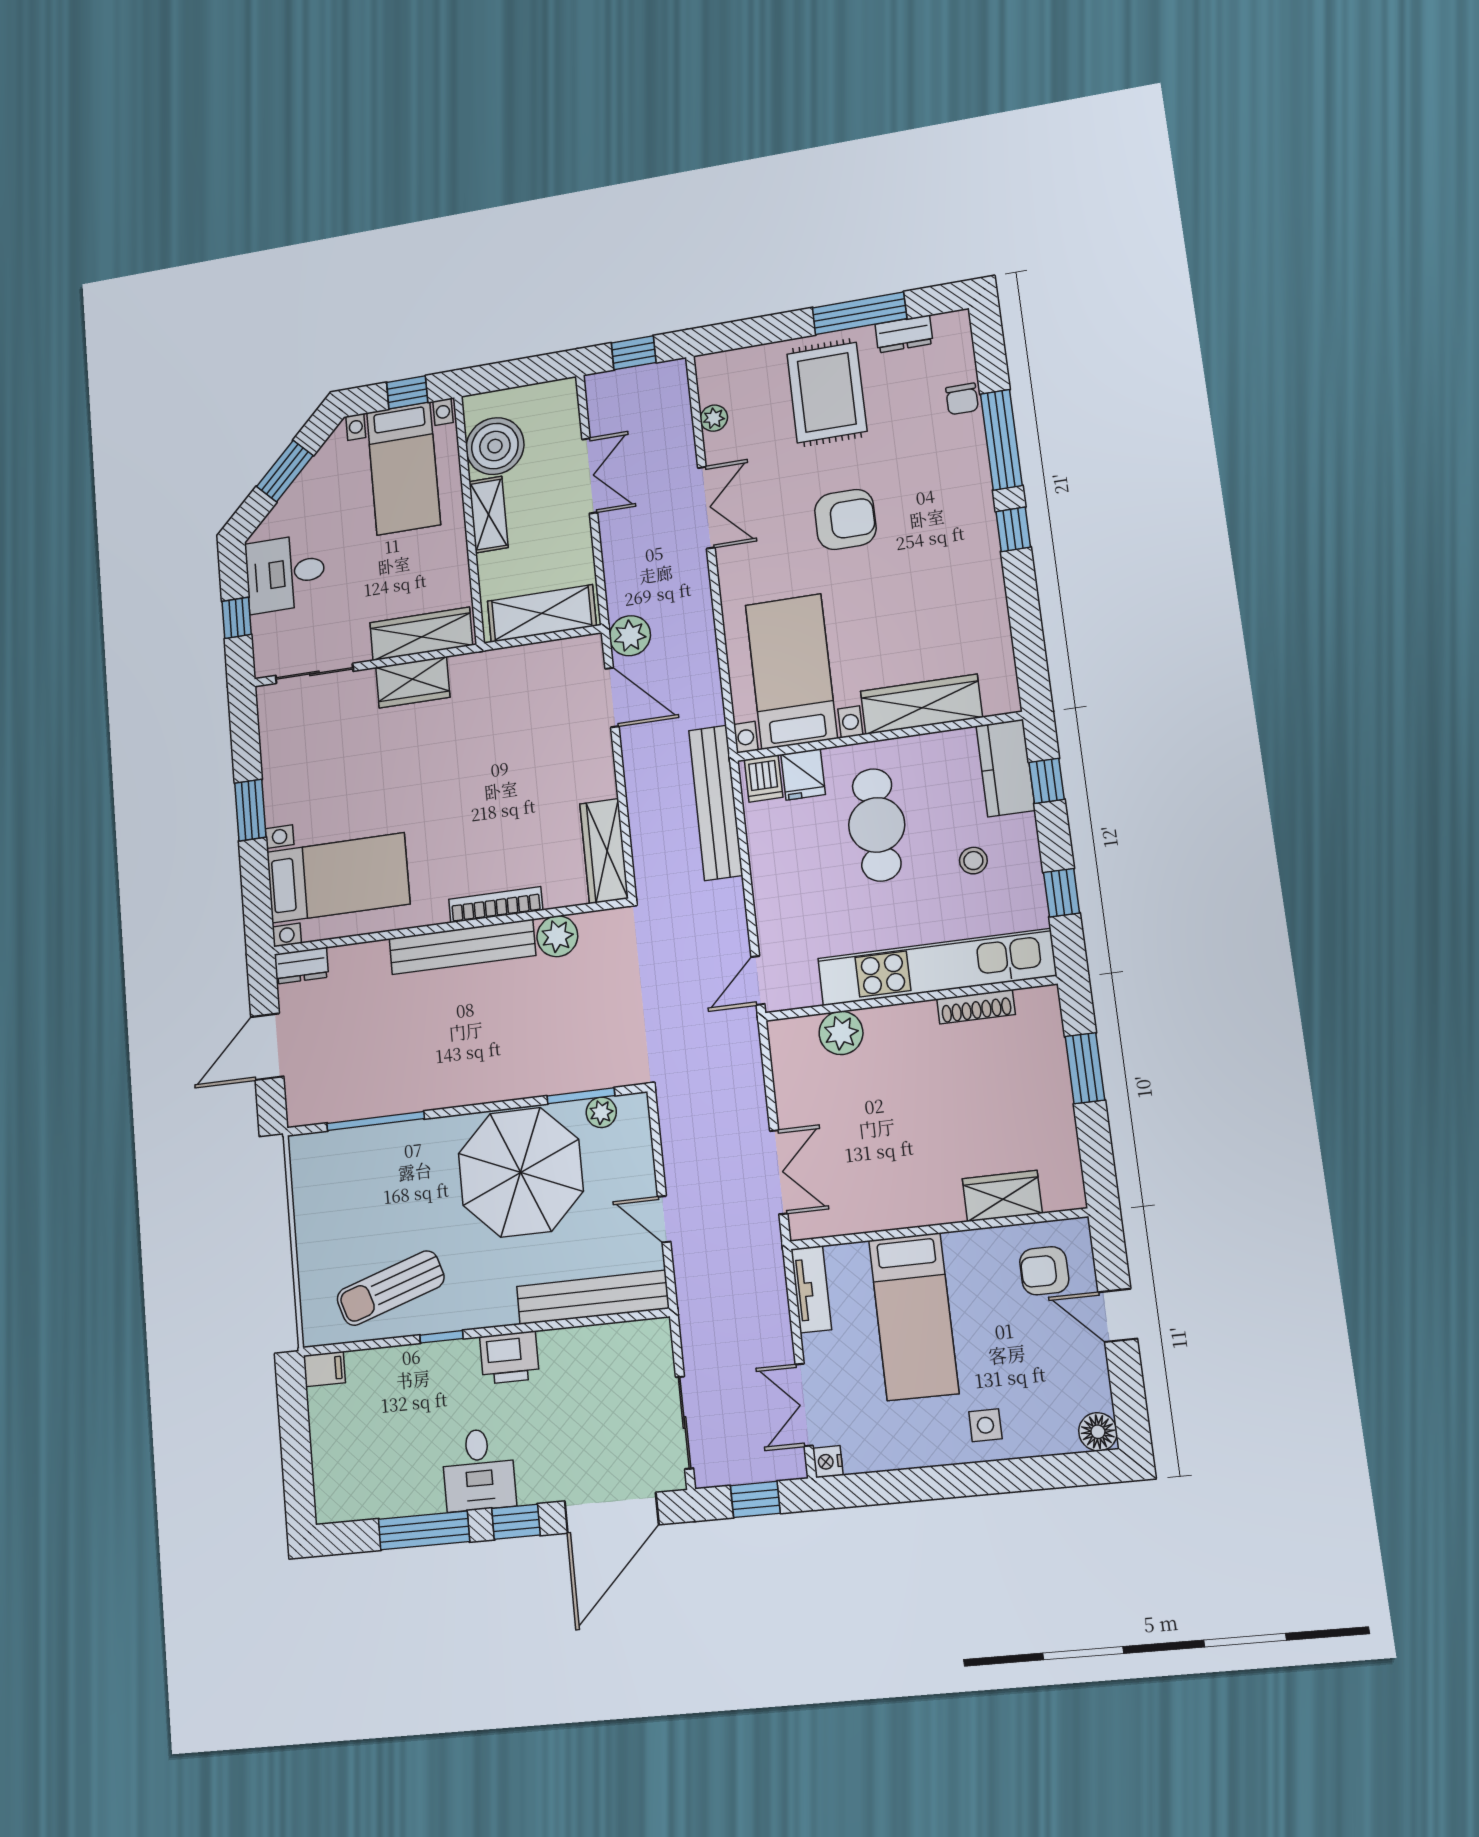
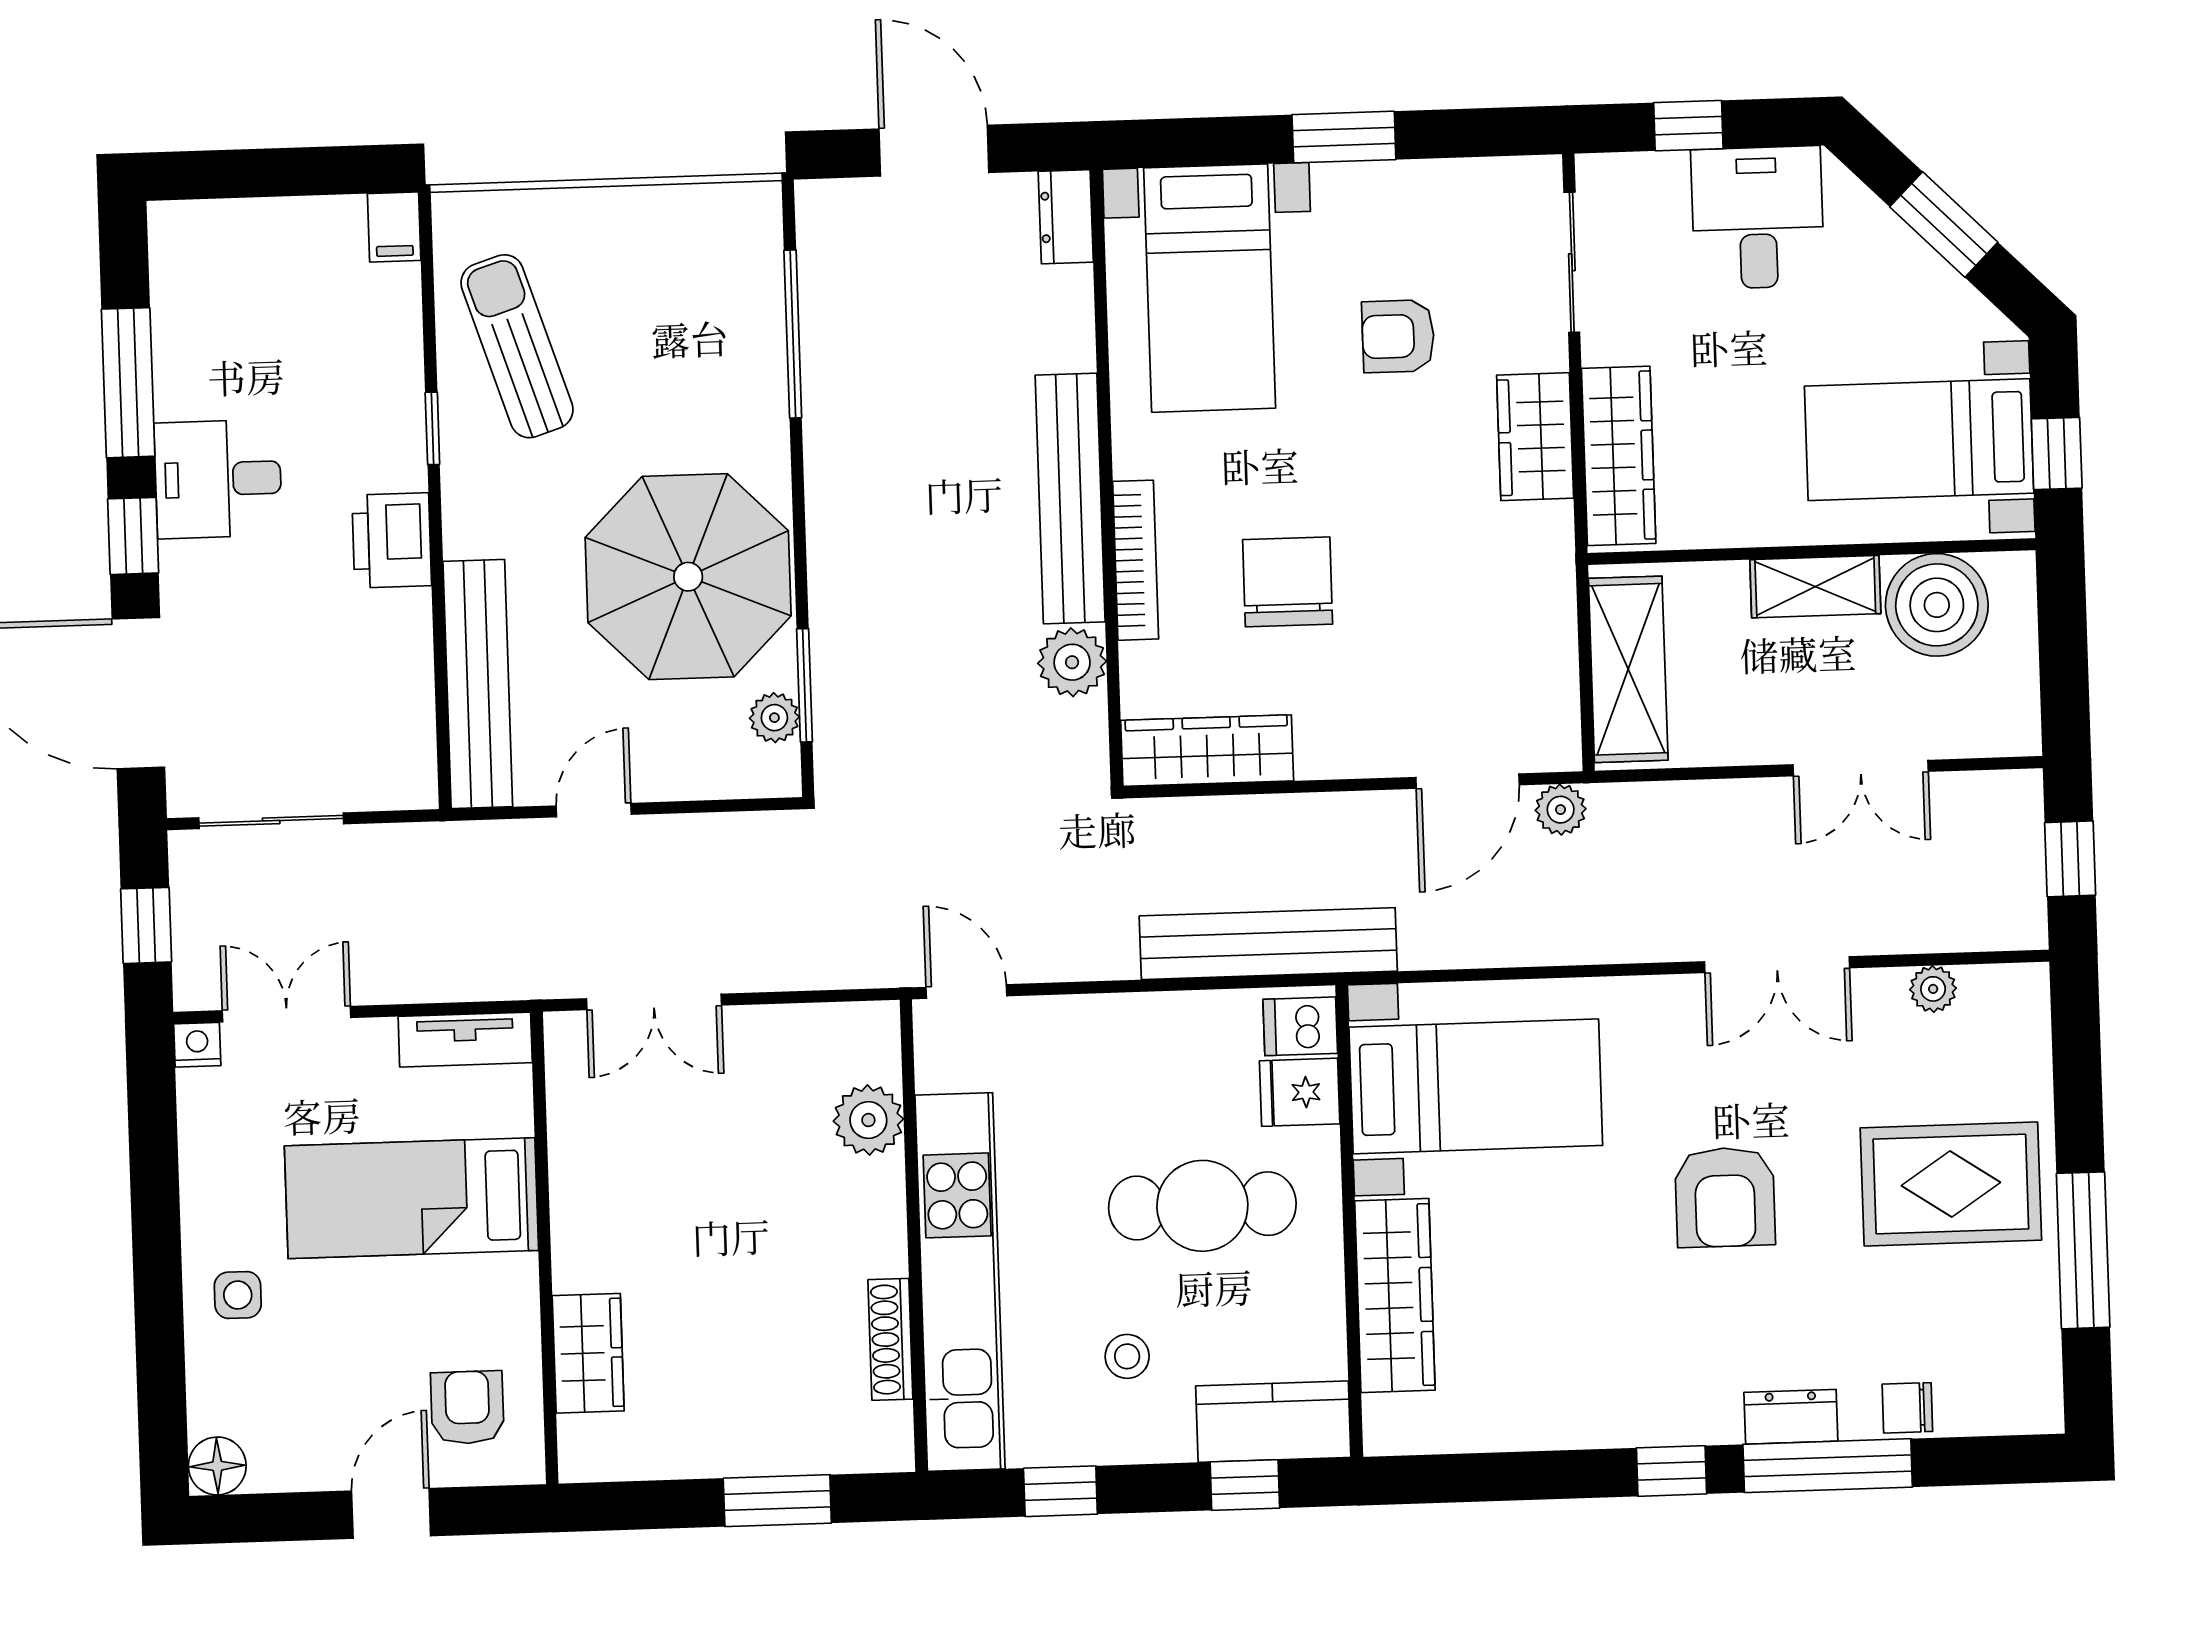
dresser: (904, 334) -> (1791, 1417), moved, turned 90
plant: (630, 636) -> (1561, 810), width x0.73, depth x0.73
armchair: (360, 767) -> (1398, 336), added
chair: (503, 815) -> (1288, 582), added

